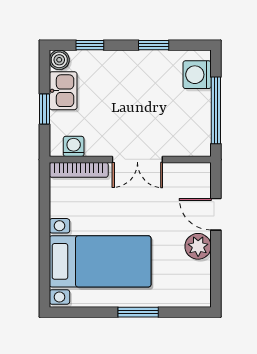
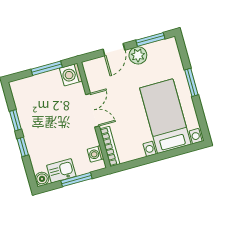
window: (90, 45) -> (23, 147), moved
washing machine: (197, 75) -> (71, 75), moved, turned 90
window: (44, 109) -> (76, 180), width x1.50
window: (216, 110) -> (47, 68), width x0.69
window: (216, 270) -> (150, 39), added

